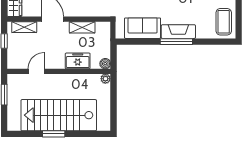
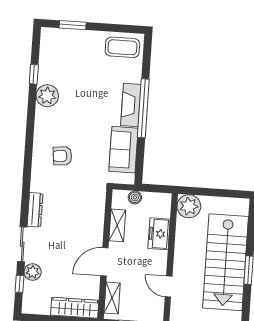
window: (176, 42) -> (143, 108), width x1.46
boiler: (105, 64) -> (135, 197), moved
plant: (105, 79) -> (189, 206), width x1.88, depth x1.88

